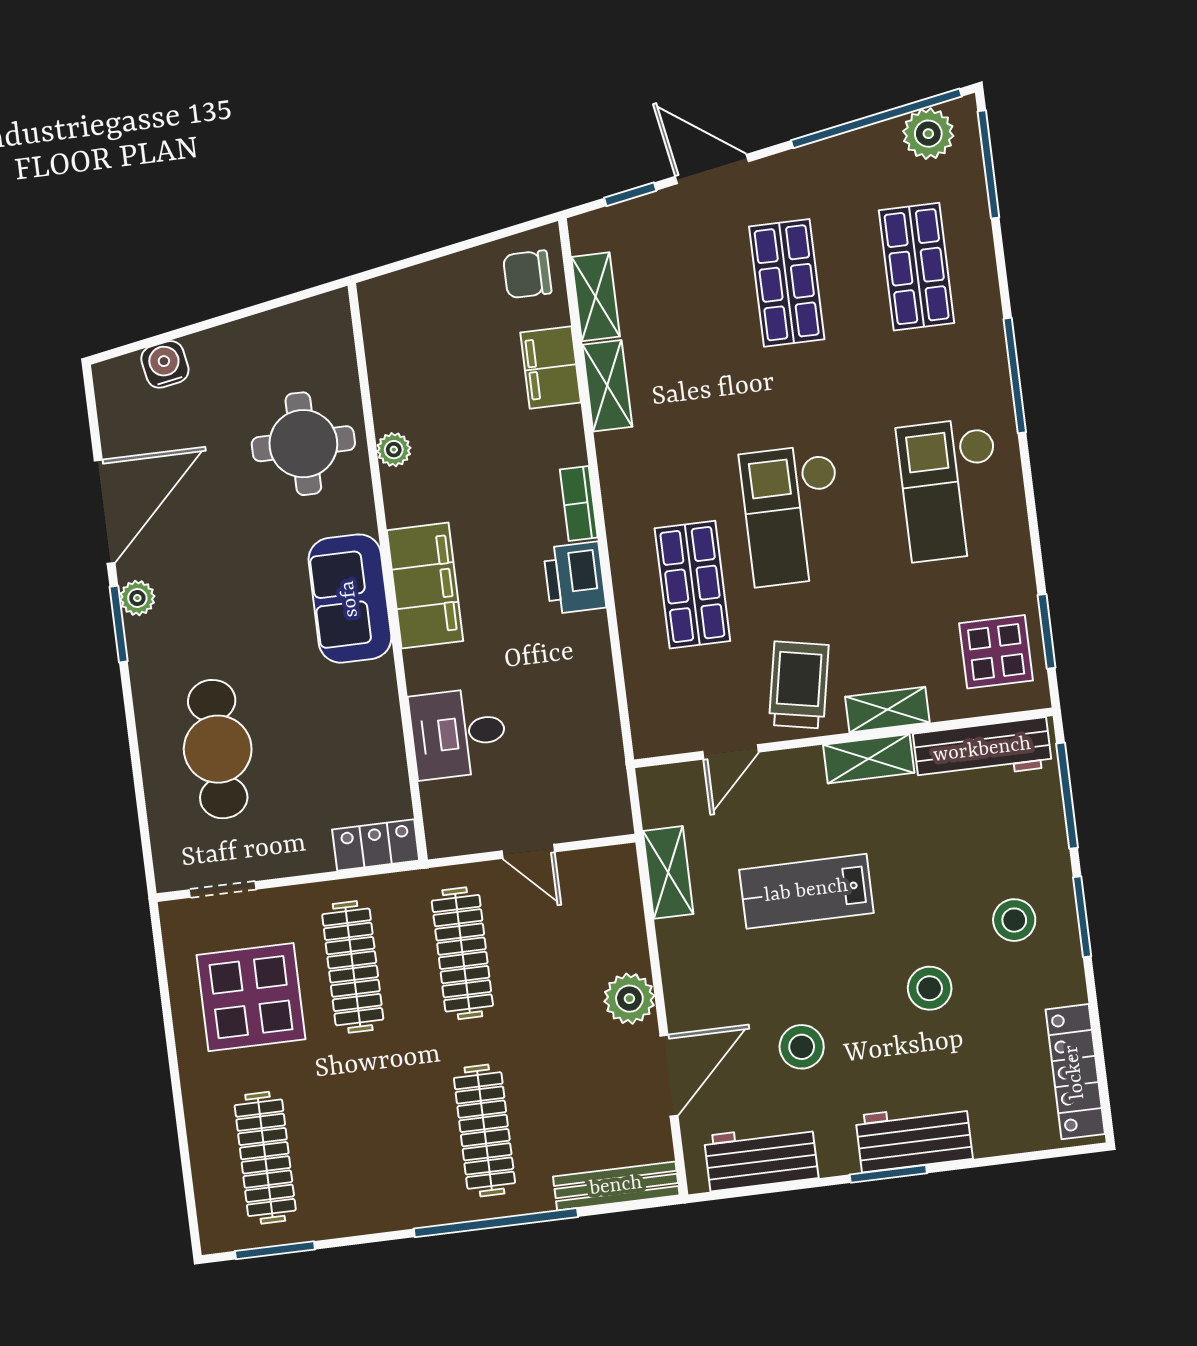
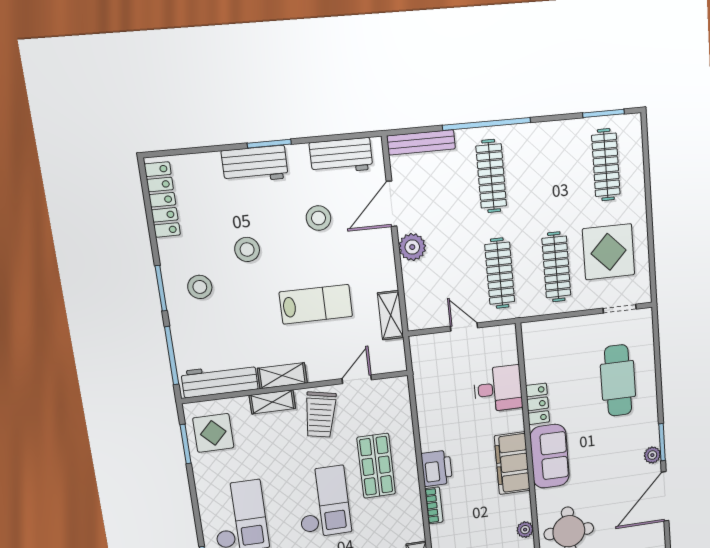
locker: (376, 845) -> (538, 404), moved, turned -90

